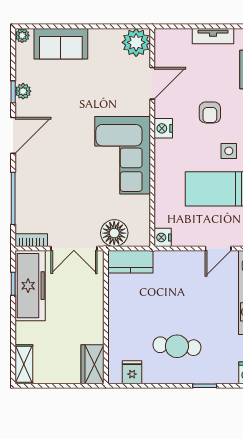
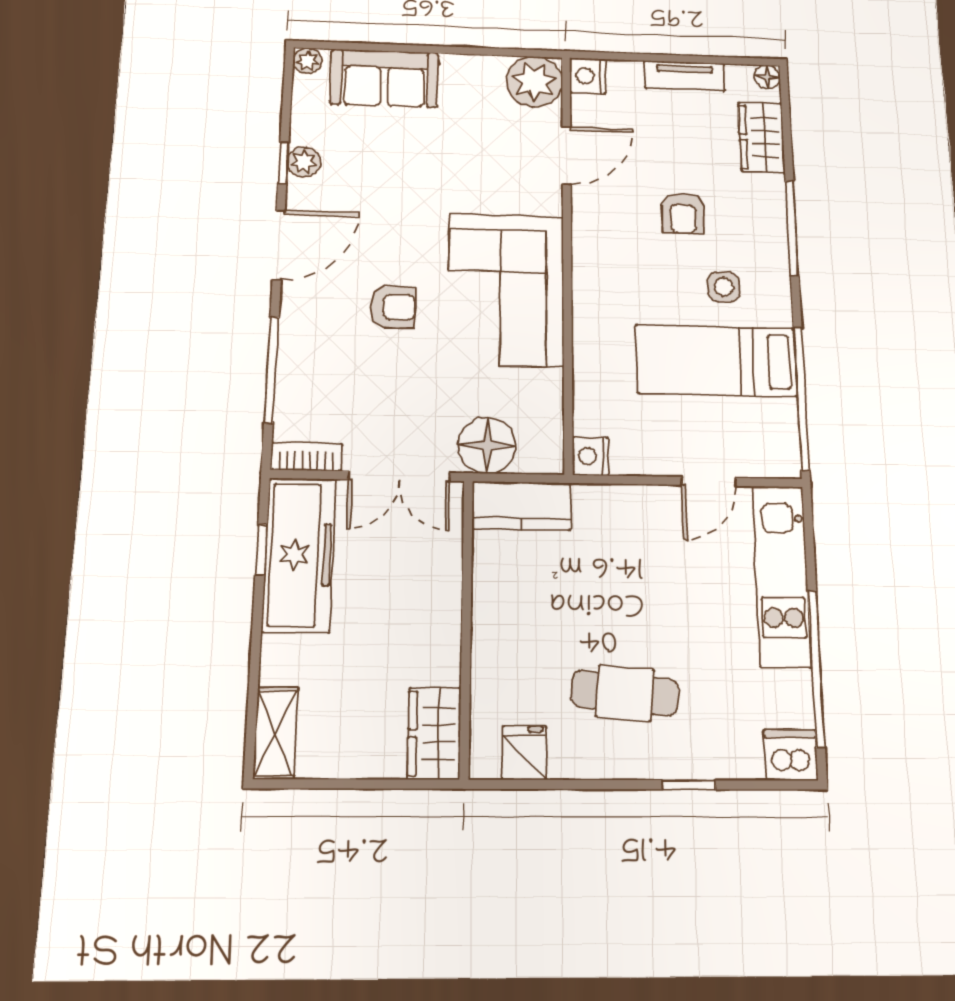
nightstand: (163, 128) -> (588, 76), moved
armchair: (69, 166) -> (393, 307), added

